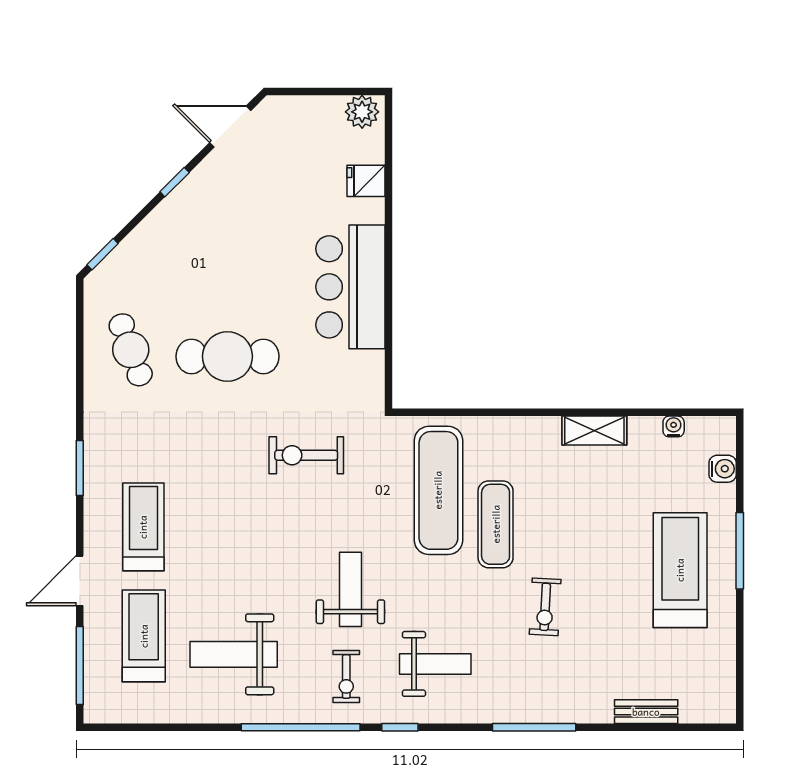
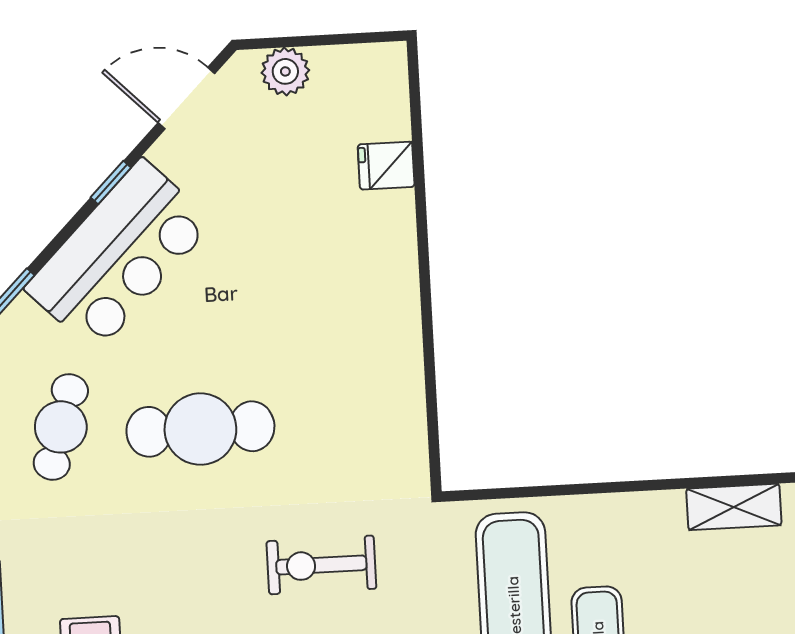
plant: (362, 112) -> (285, 71), moved
bar counter: (350, 287) -> (119, 255), moved, turned -135
cafe table: (131, 350) -> (61, 427), turned 37

